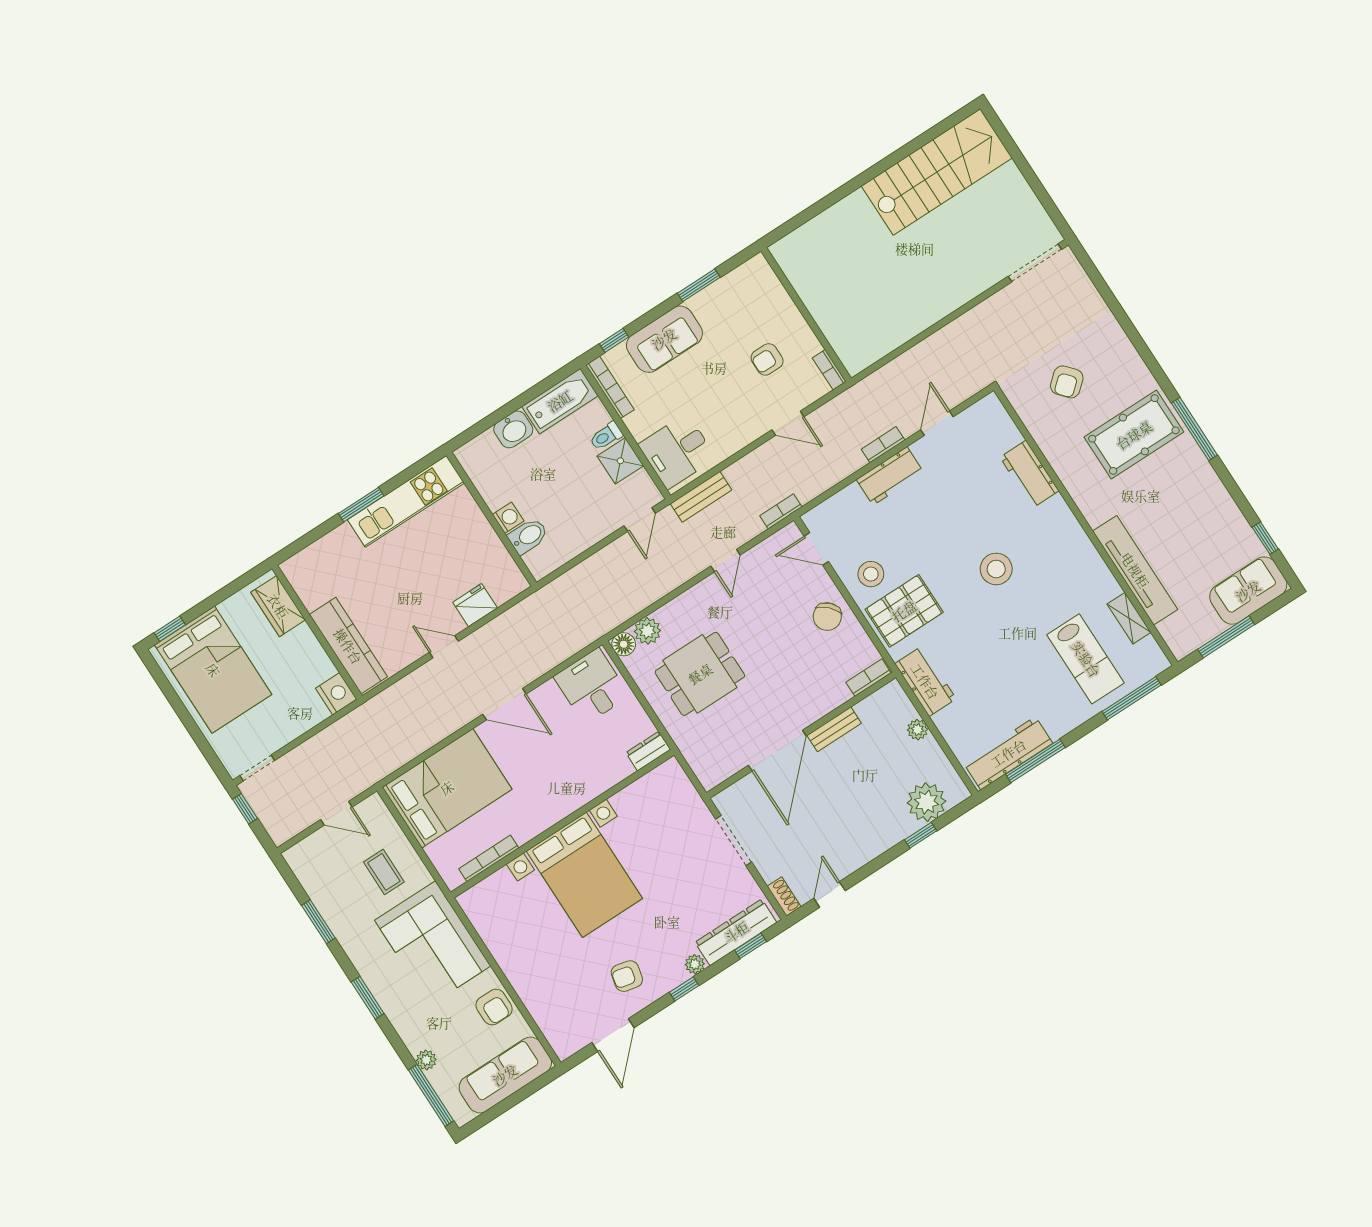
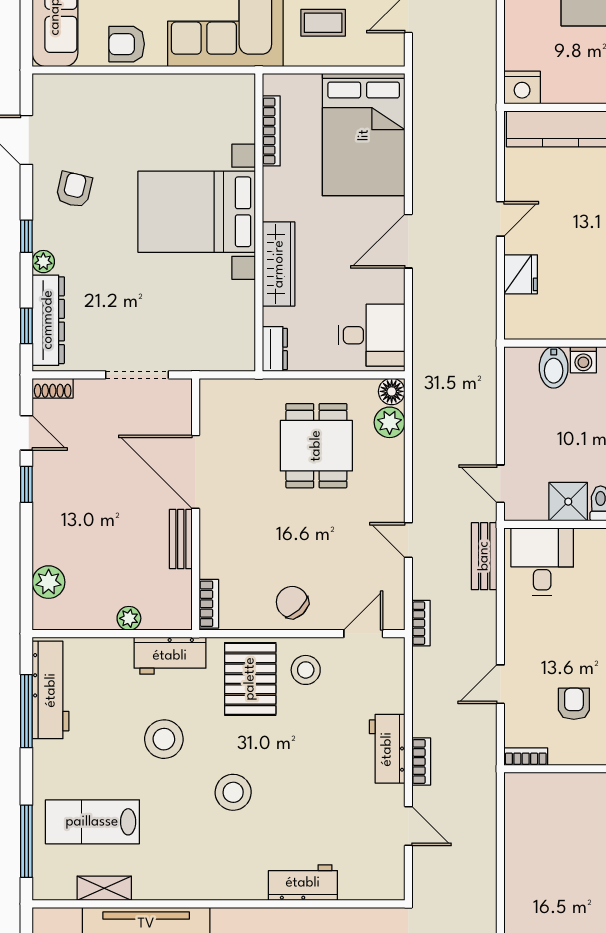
stool: (990, 646) -> (164, 739), added
wardrobe: (584, 789) -> (279, 264), added
plant: (927, 802) -> (49, 582), width x0.73, depth x0.73
window: (921, 835) -> (26, 484), moved

